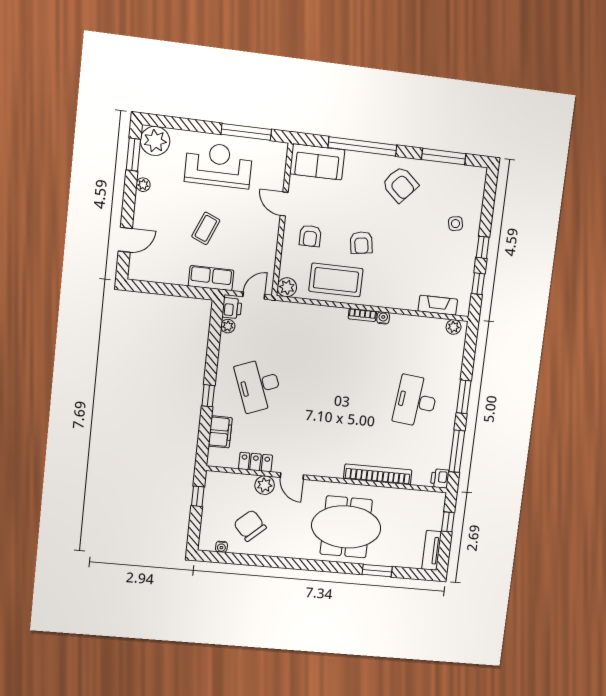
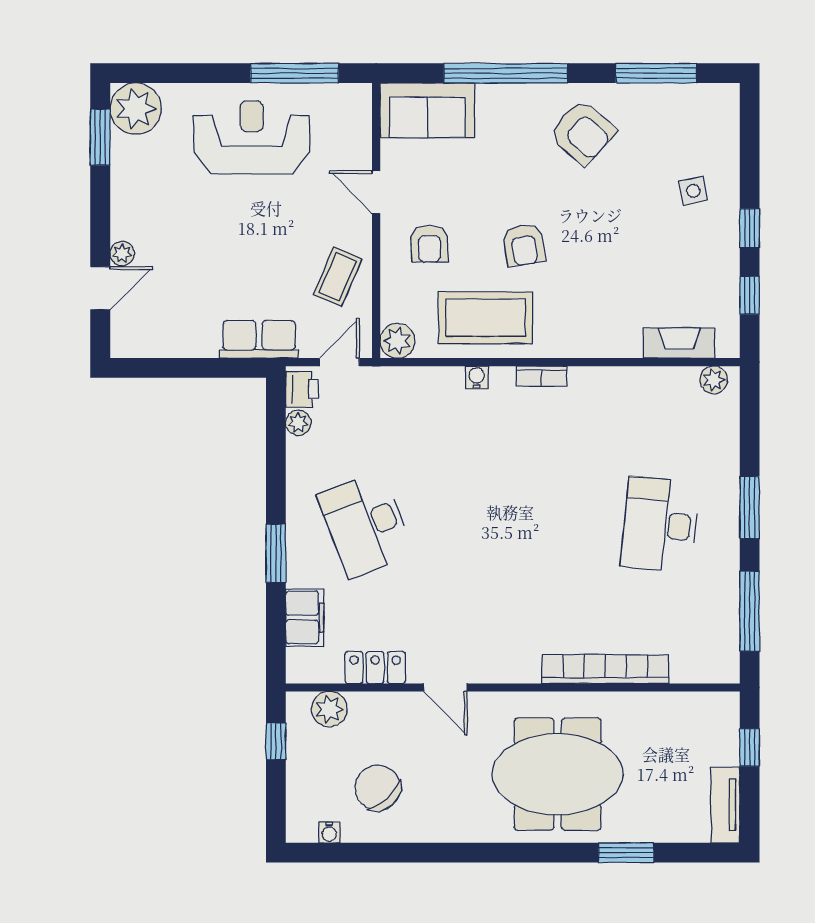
plant: (143, 185) -> (122, 254), moved
coffee table: (206, 228) -> (338, 277), moved
water cooler: (383, 318) -> (477, 377), moved
window: (208, 396) -> (276, 553), width x1.50
printer: (440, 478) -> (724, 666), removed
plant: (265, 485) -> (329, 709), moved

